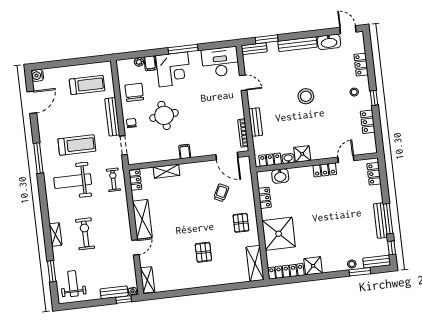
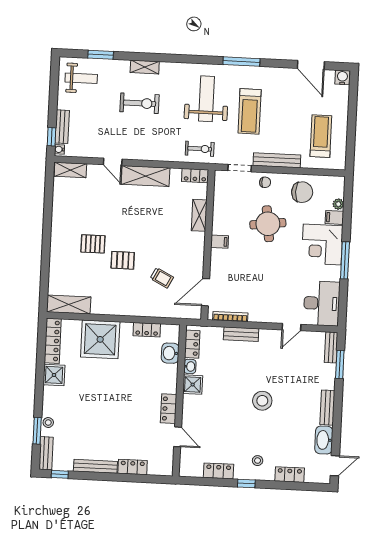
bench: (298, 44) -> (327, 408), width x0.73
treadmill: (87, 85) -> (321, 136), turned 180
locker: (374, 174) -> (133, 467), moved
window: (388, 219) -> (96, 476), removed
pallet: (241, 223) -> (123, 260), moved

